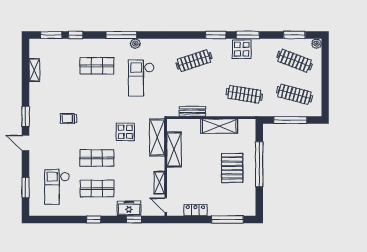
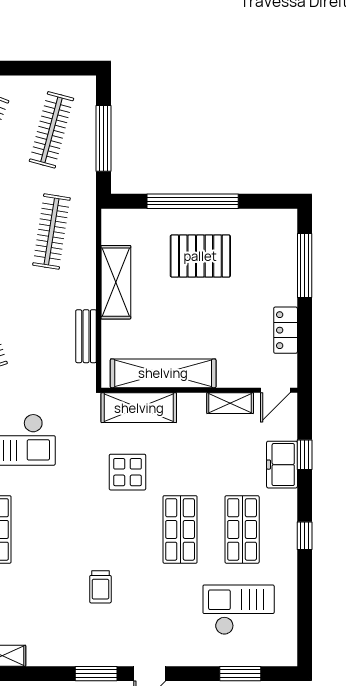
shelving: (174, 150) -> (163, 373), width x1.47
checkout: (57, 187) -> (239, 610), turned 180

